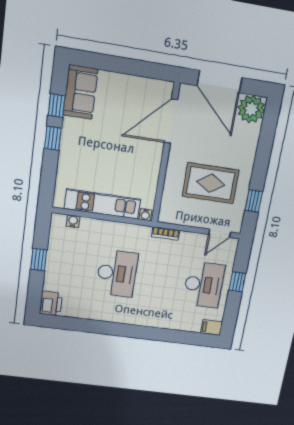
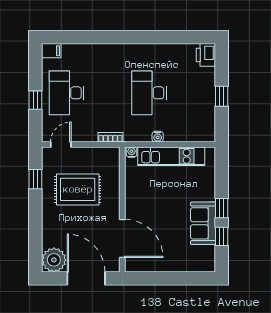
sofa: (80, 92) -> (203, 223), moved
door: (171, 121) -> (122, 238), hinge flipped
water cooler: (73, 221) -> (158, 137), moved

